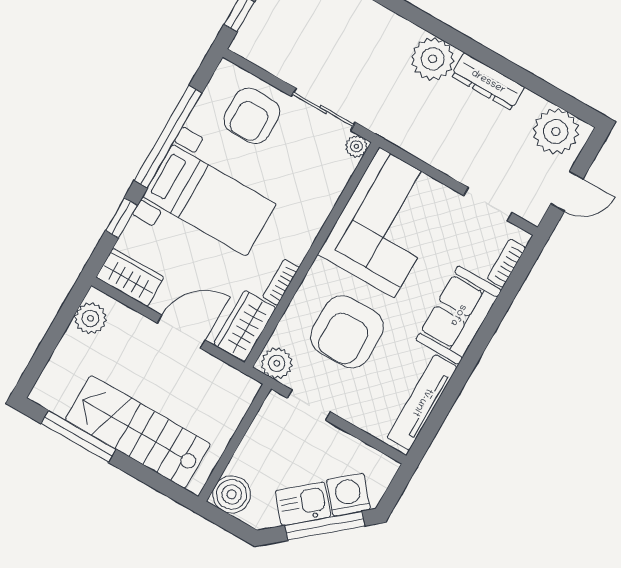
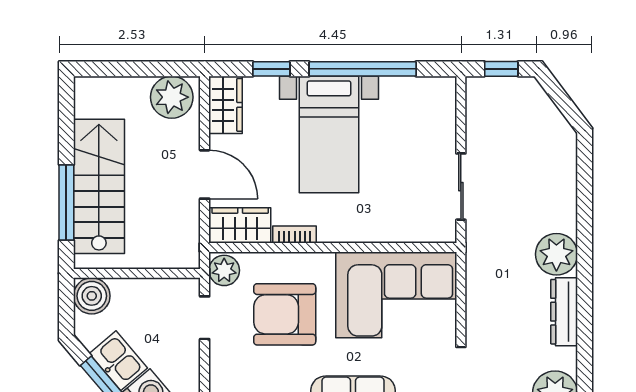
armchair: (252, 116) -> (421, 129), removed
plant: (356, 146) -> (446, 232), removed
plant: (91, 318) -> (172, 97), width x1.36, depth x1.36
window: (78, 436) -> (66, 202), moved

